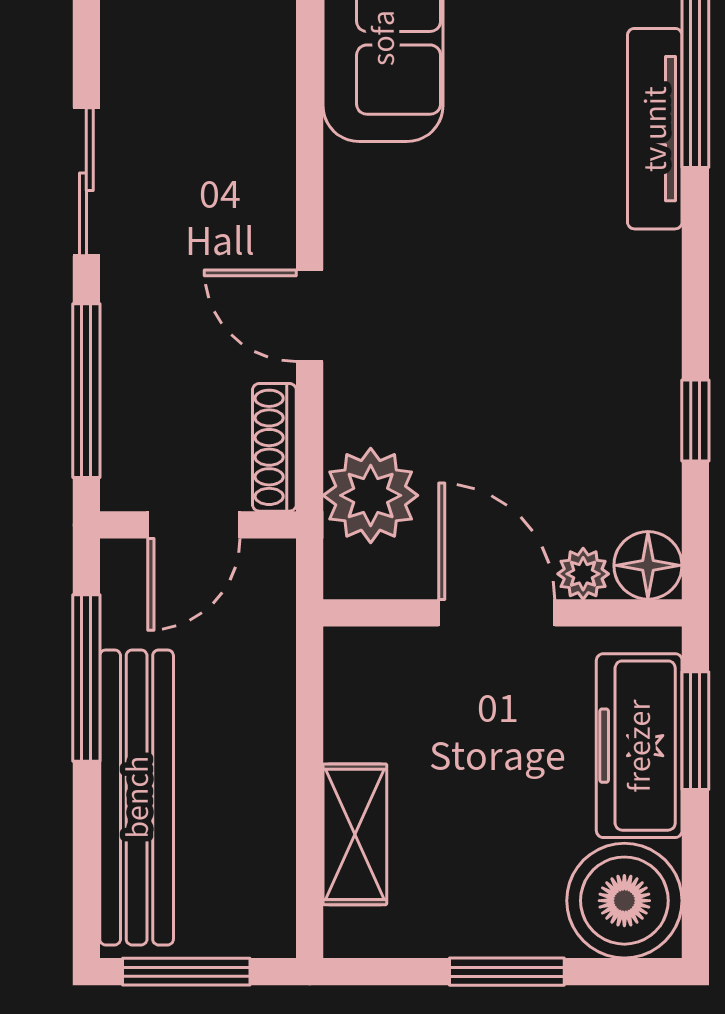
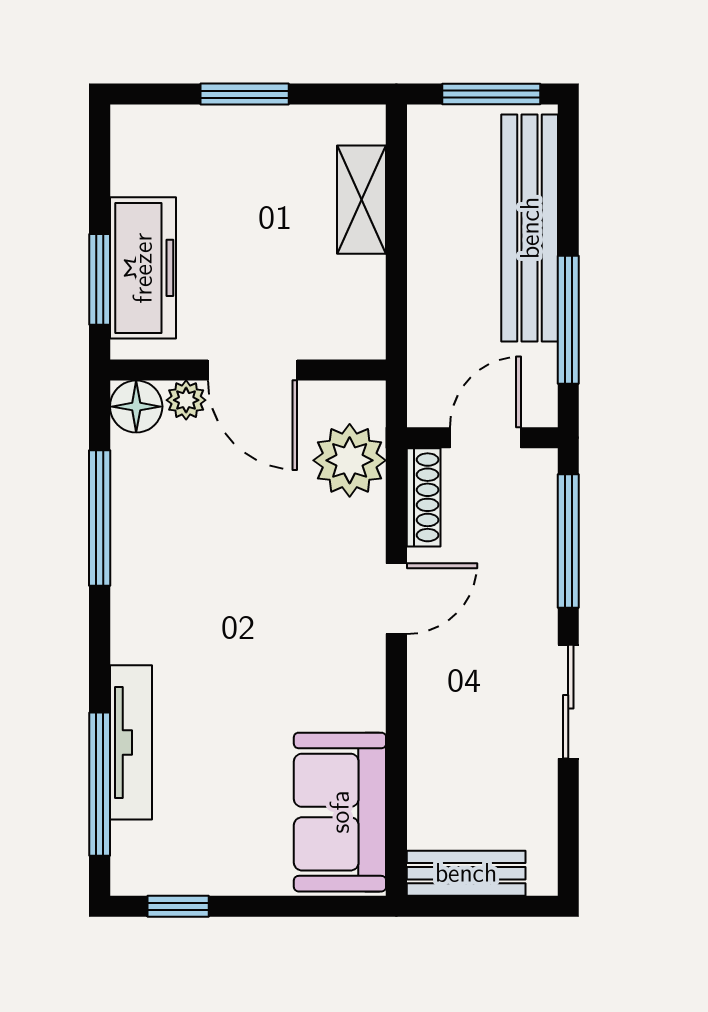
door: (310, 316) -> (396, 599), hinge flipped
window: (695, 420) -> (100, 518), width x2.17
boiler: (624, 901) -> (154, 149), removed

